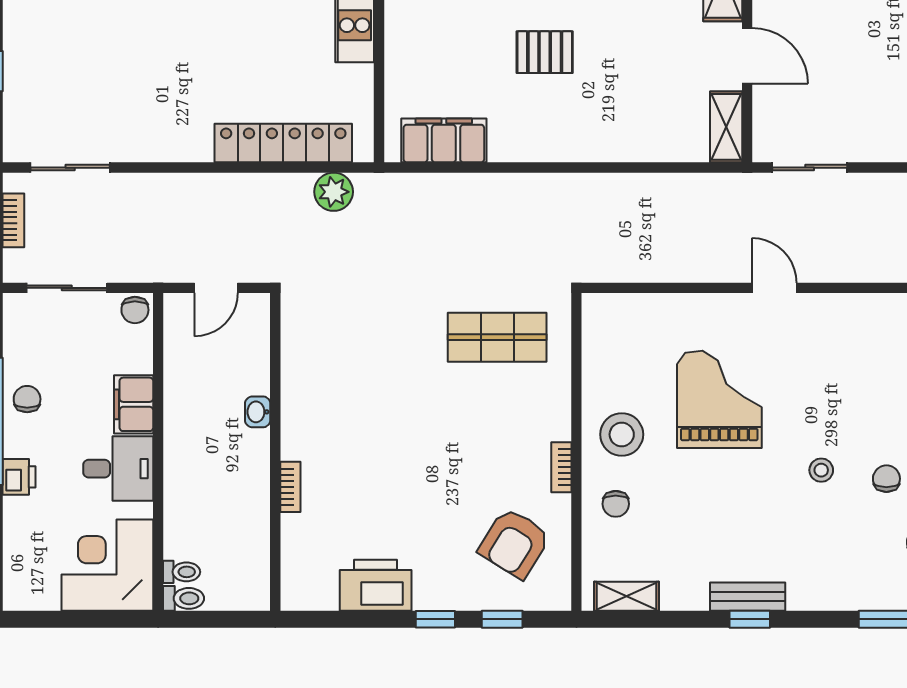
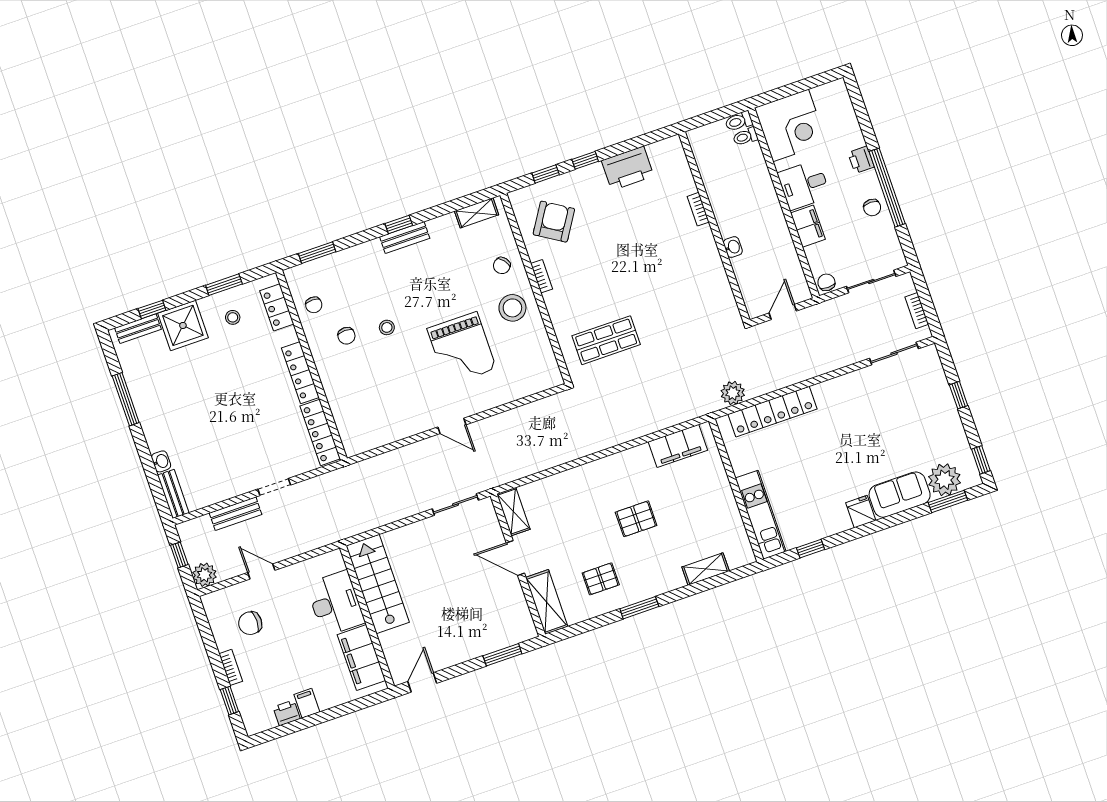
chair: (616, 504) -> (502, 266), turned -129

